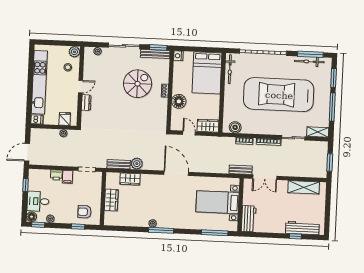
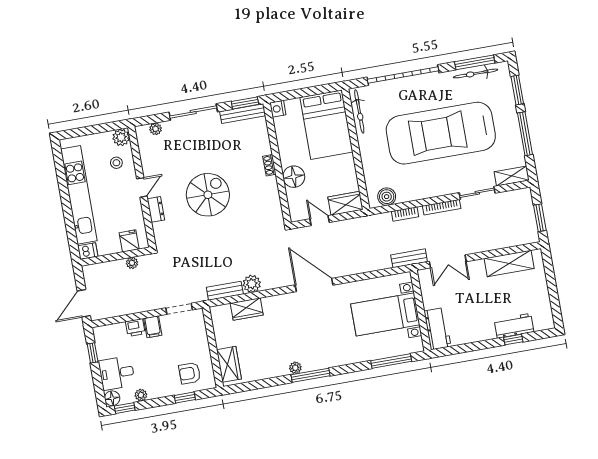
spiral stairs: (138, 84) -> (208, 195), moved
wardrobe: (111, 200) -> (229, 364), moved
workbench: (302, 228) -> (514, 326), width x0.73

